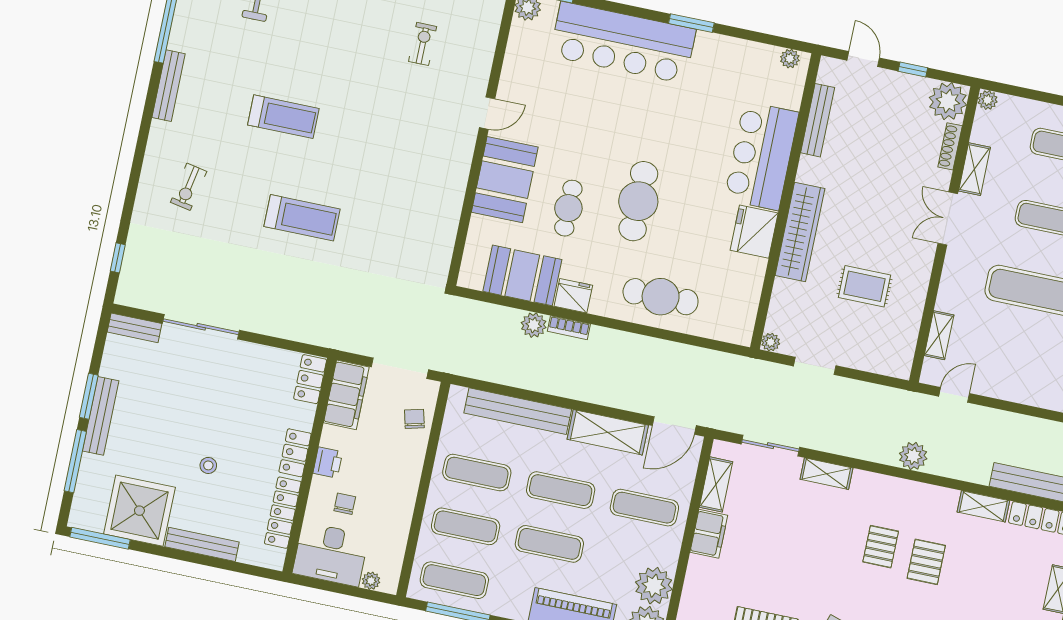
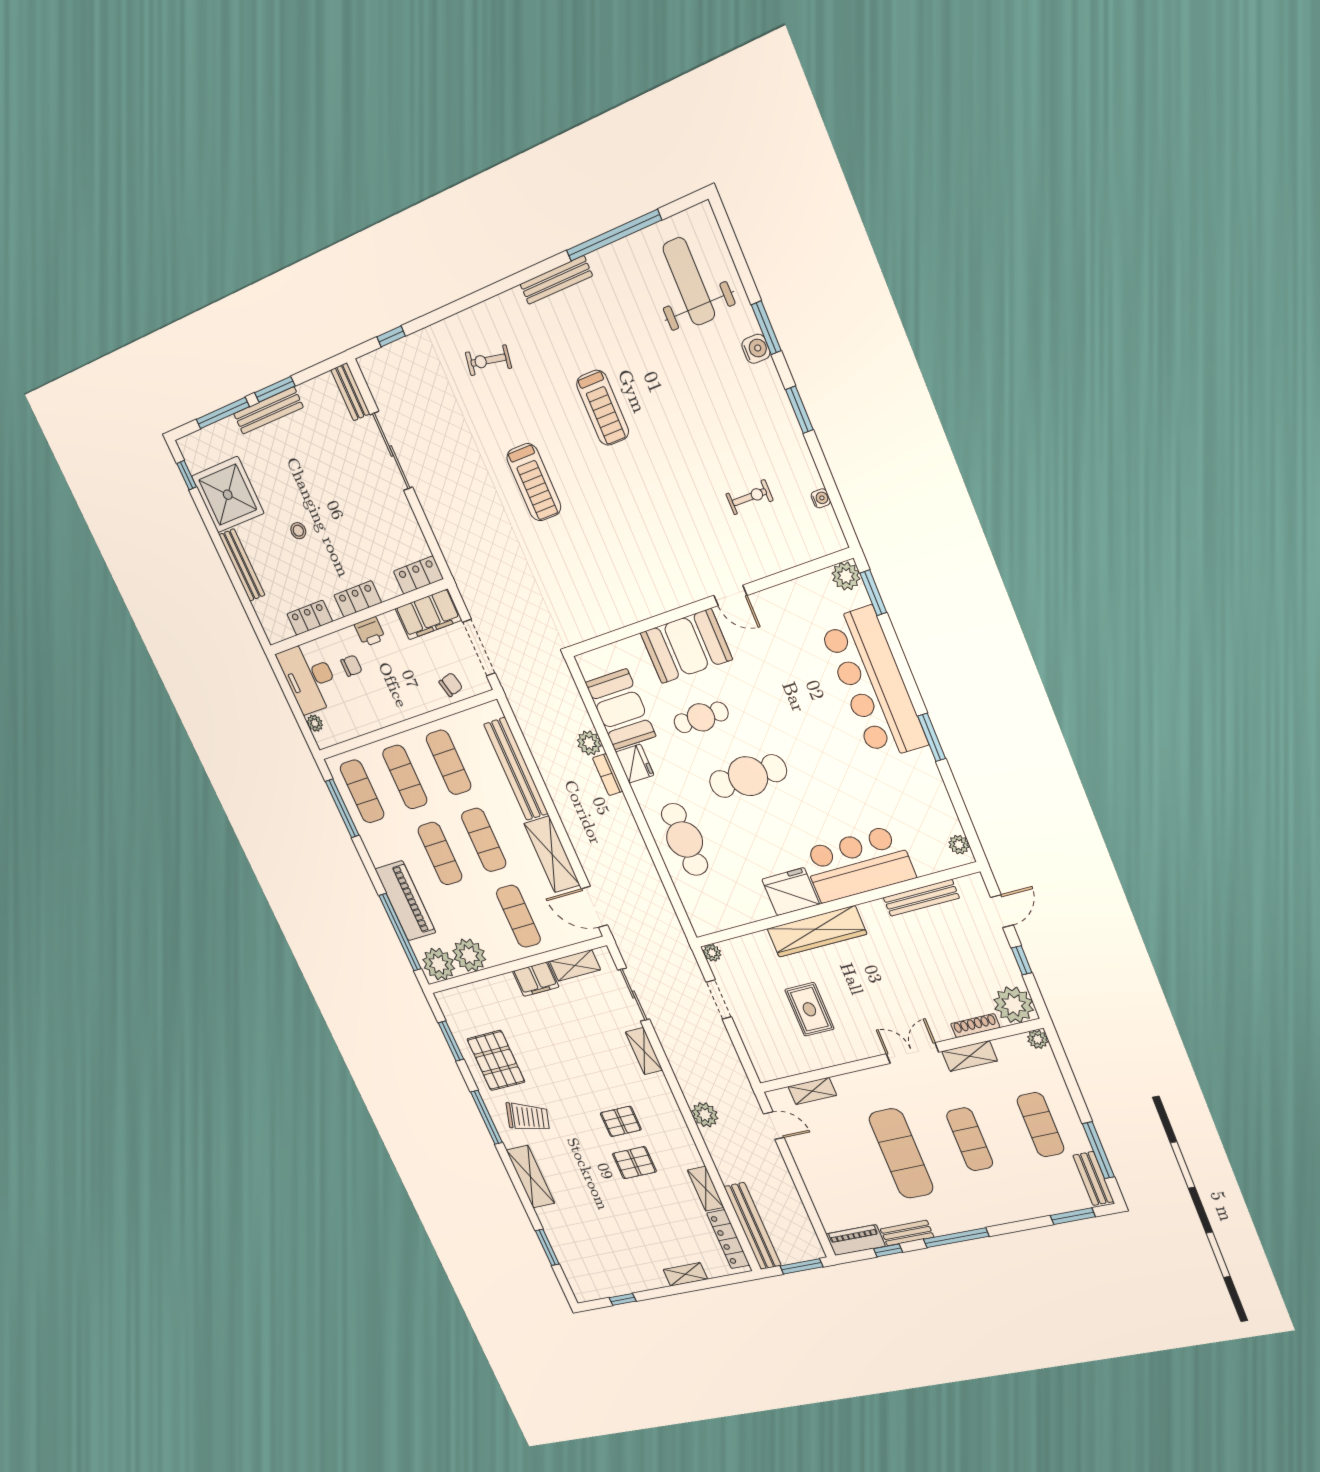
locker: (283, 513) -> (310, 618), width x0.66
window: (100, 538) -> (187, 475), width x0.46

